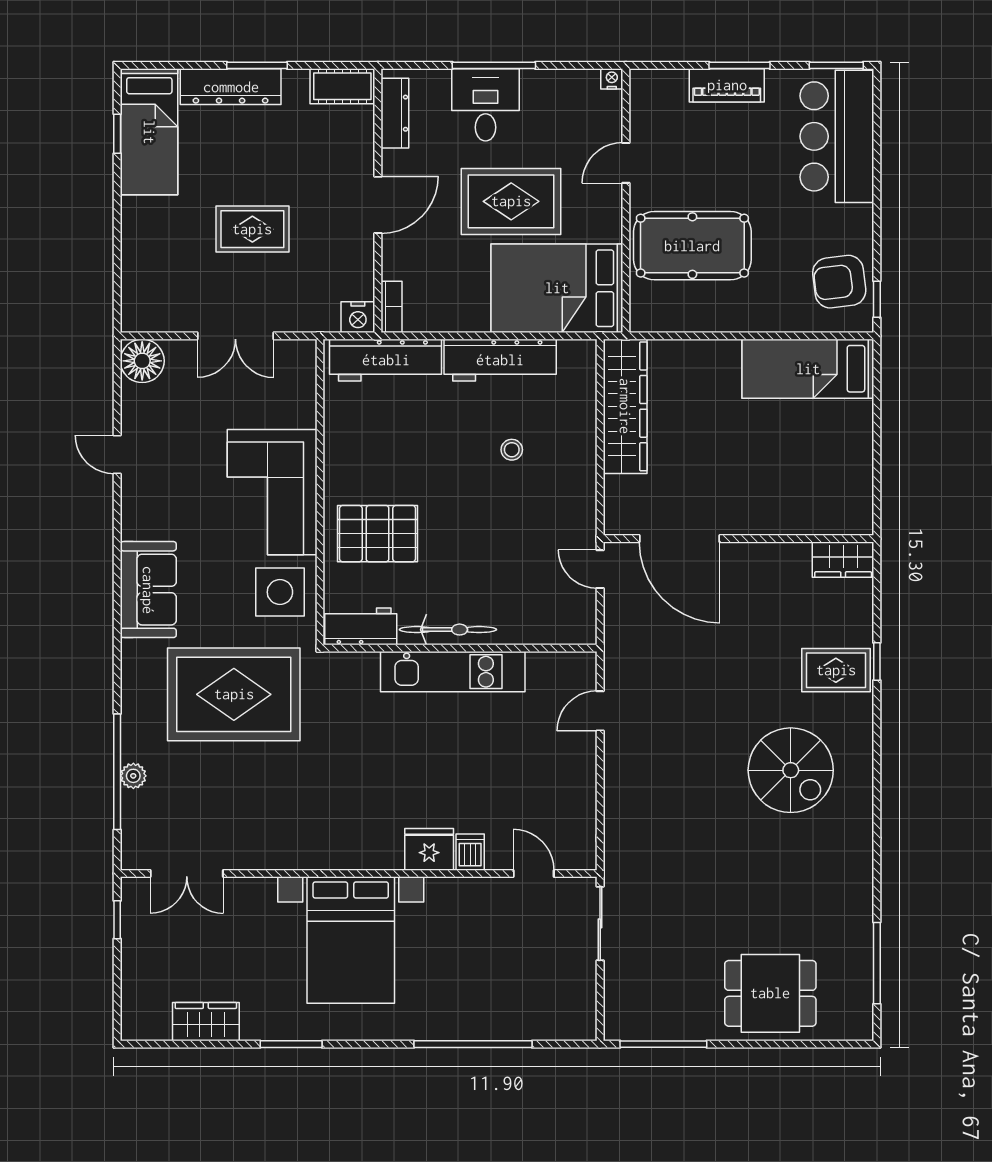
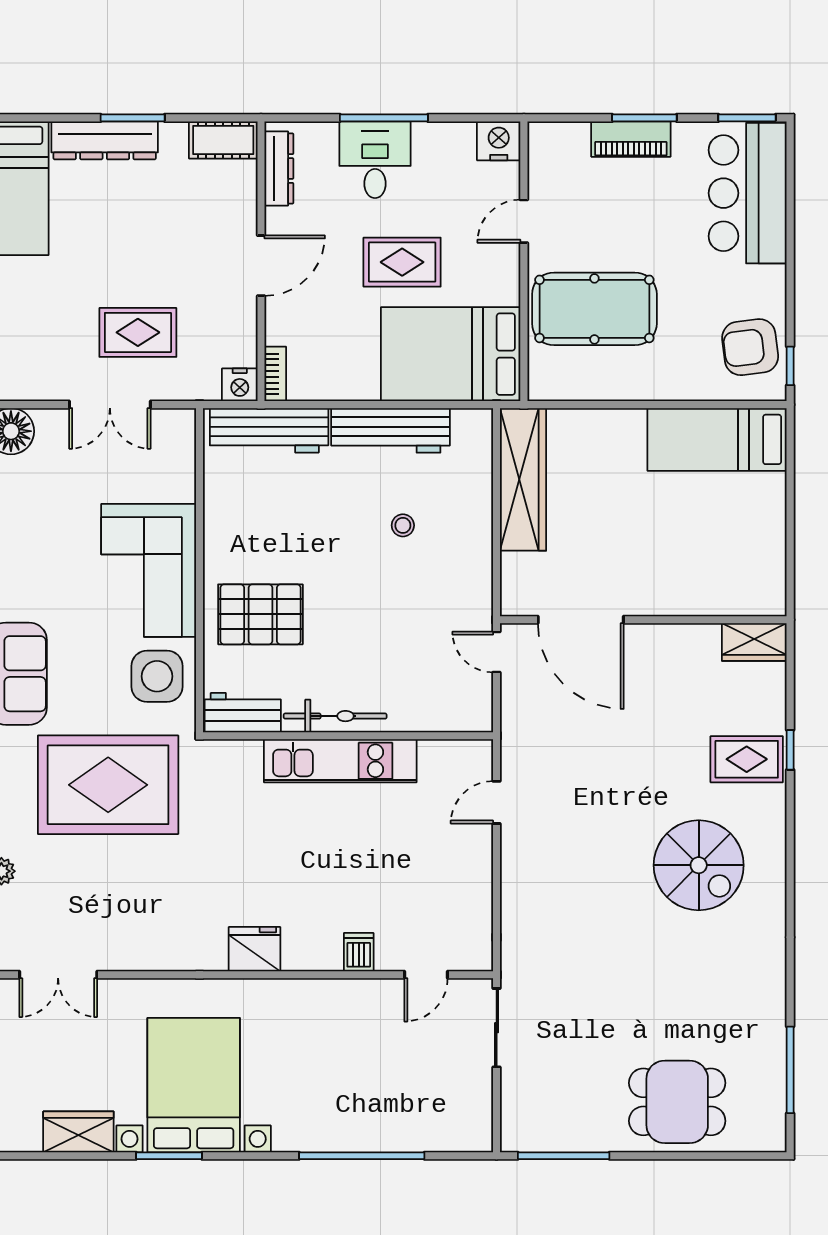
nightstand: (612, 79) -> (499, 141), width x1.89, depth x1.79
rug: (511, 201) -> (402, 262), width x0.73, depth x0.70
rug: (252, 229) -> (138, 332), moved
fridge: (429, 849) -> (255, 949), moved
door: (534, 873) -> (426, 975), swing flipped
bed with nightstands: (351, 940) -> (194, 1085), moved, turned 180

